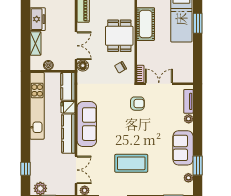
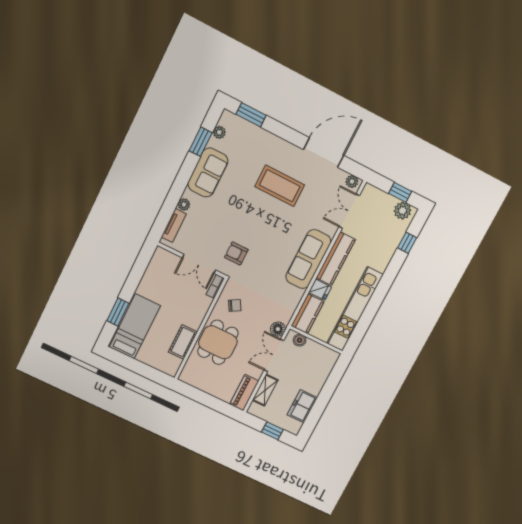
cot: (146, 24) -> (183, 342), width x0.73, depth x0.75
shelving: (35, 43) -> (265, 390), moved
boiler: (48, 65) -> (300, 340), moved

